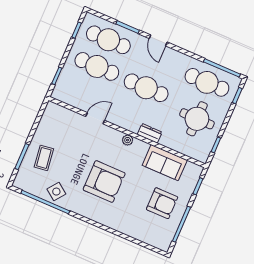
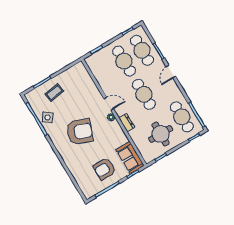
door: (95, 118) -> (109, 104), moved
sofa: (165, 163) -> (130, 158), moved
armchair: (104, 181) -> (80, 132), turned -70
armchair: (162, 203) -> (105, 169), turned 90

